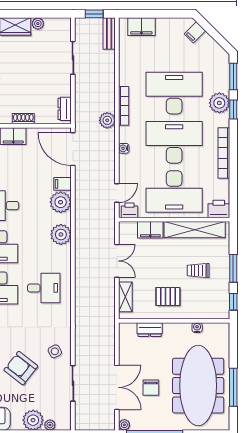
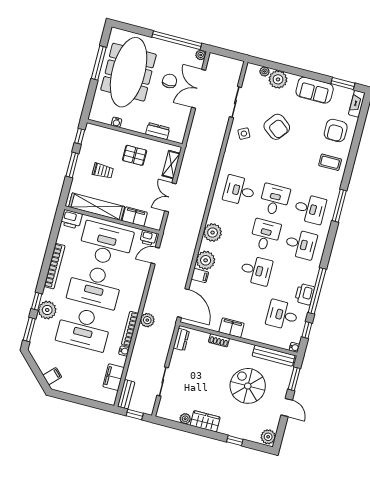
filing cabinet: (141, 27) -> (114, 377), moved, turned -90
water cooler: (124, 148) -> (124, 351), moved

